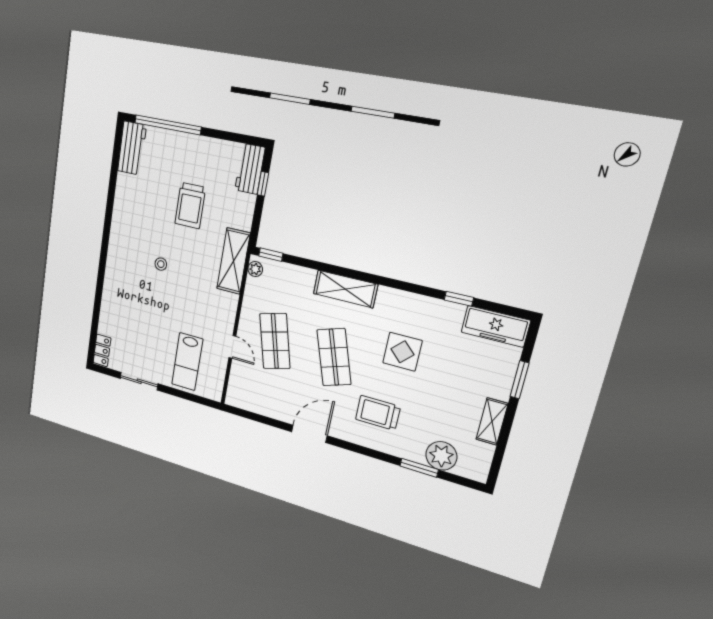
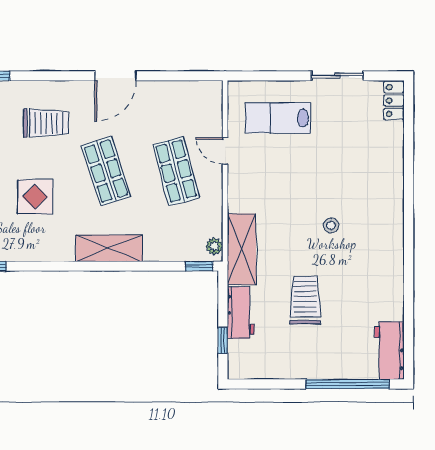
workbench: (250, 169) -> (241, 313), moved
lab bench: (187, 362) -> (278, 118), turned -90

